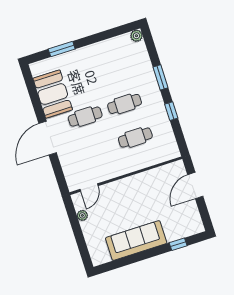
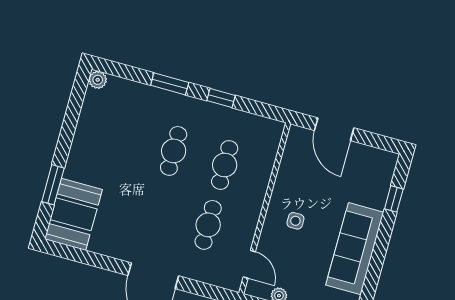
booth: (53, 94) -> (73, 214), moved, turned 90
cafe table: (85, 117) -> (208, 225), moved
side table: (130, 197) -> (295, 221), added

